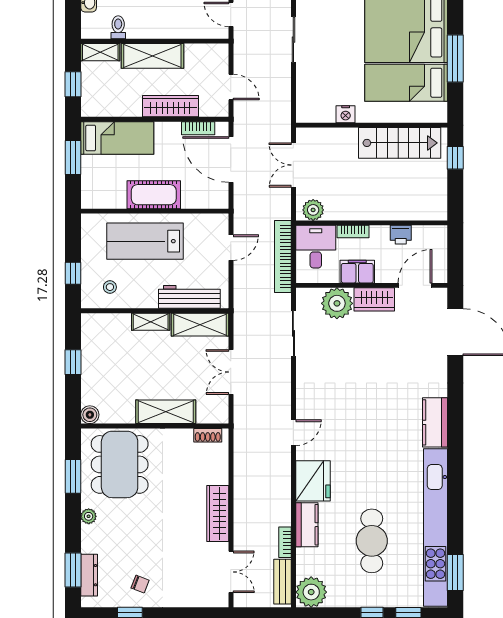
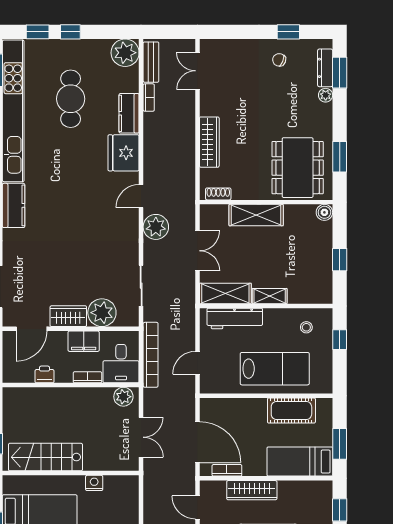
cot: (154, 195) -> (291, 410), moved
plant: (277, 399) -> (156, 227), added
wardrobe: (218, 514) -> (209, 142), moved
plant: (89, 516) -> (326, 95), moved

